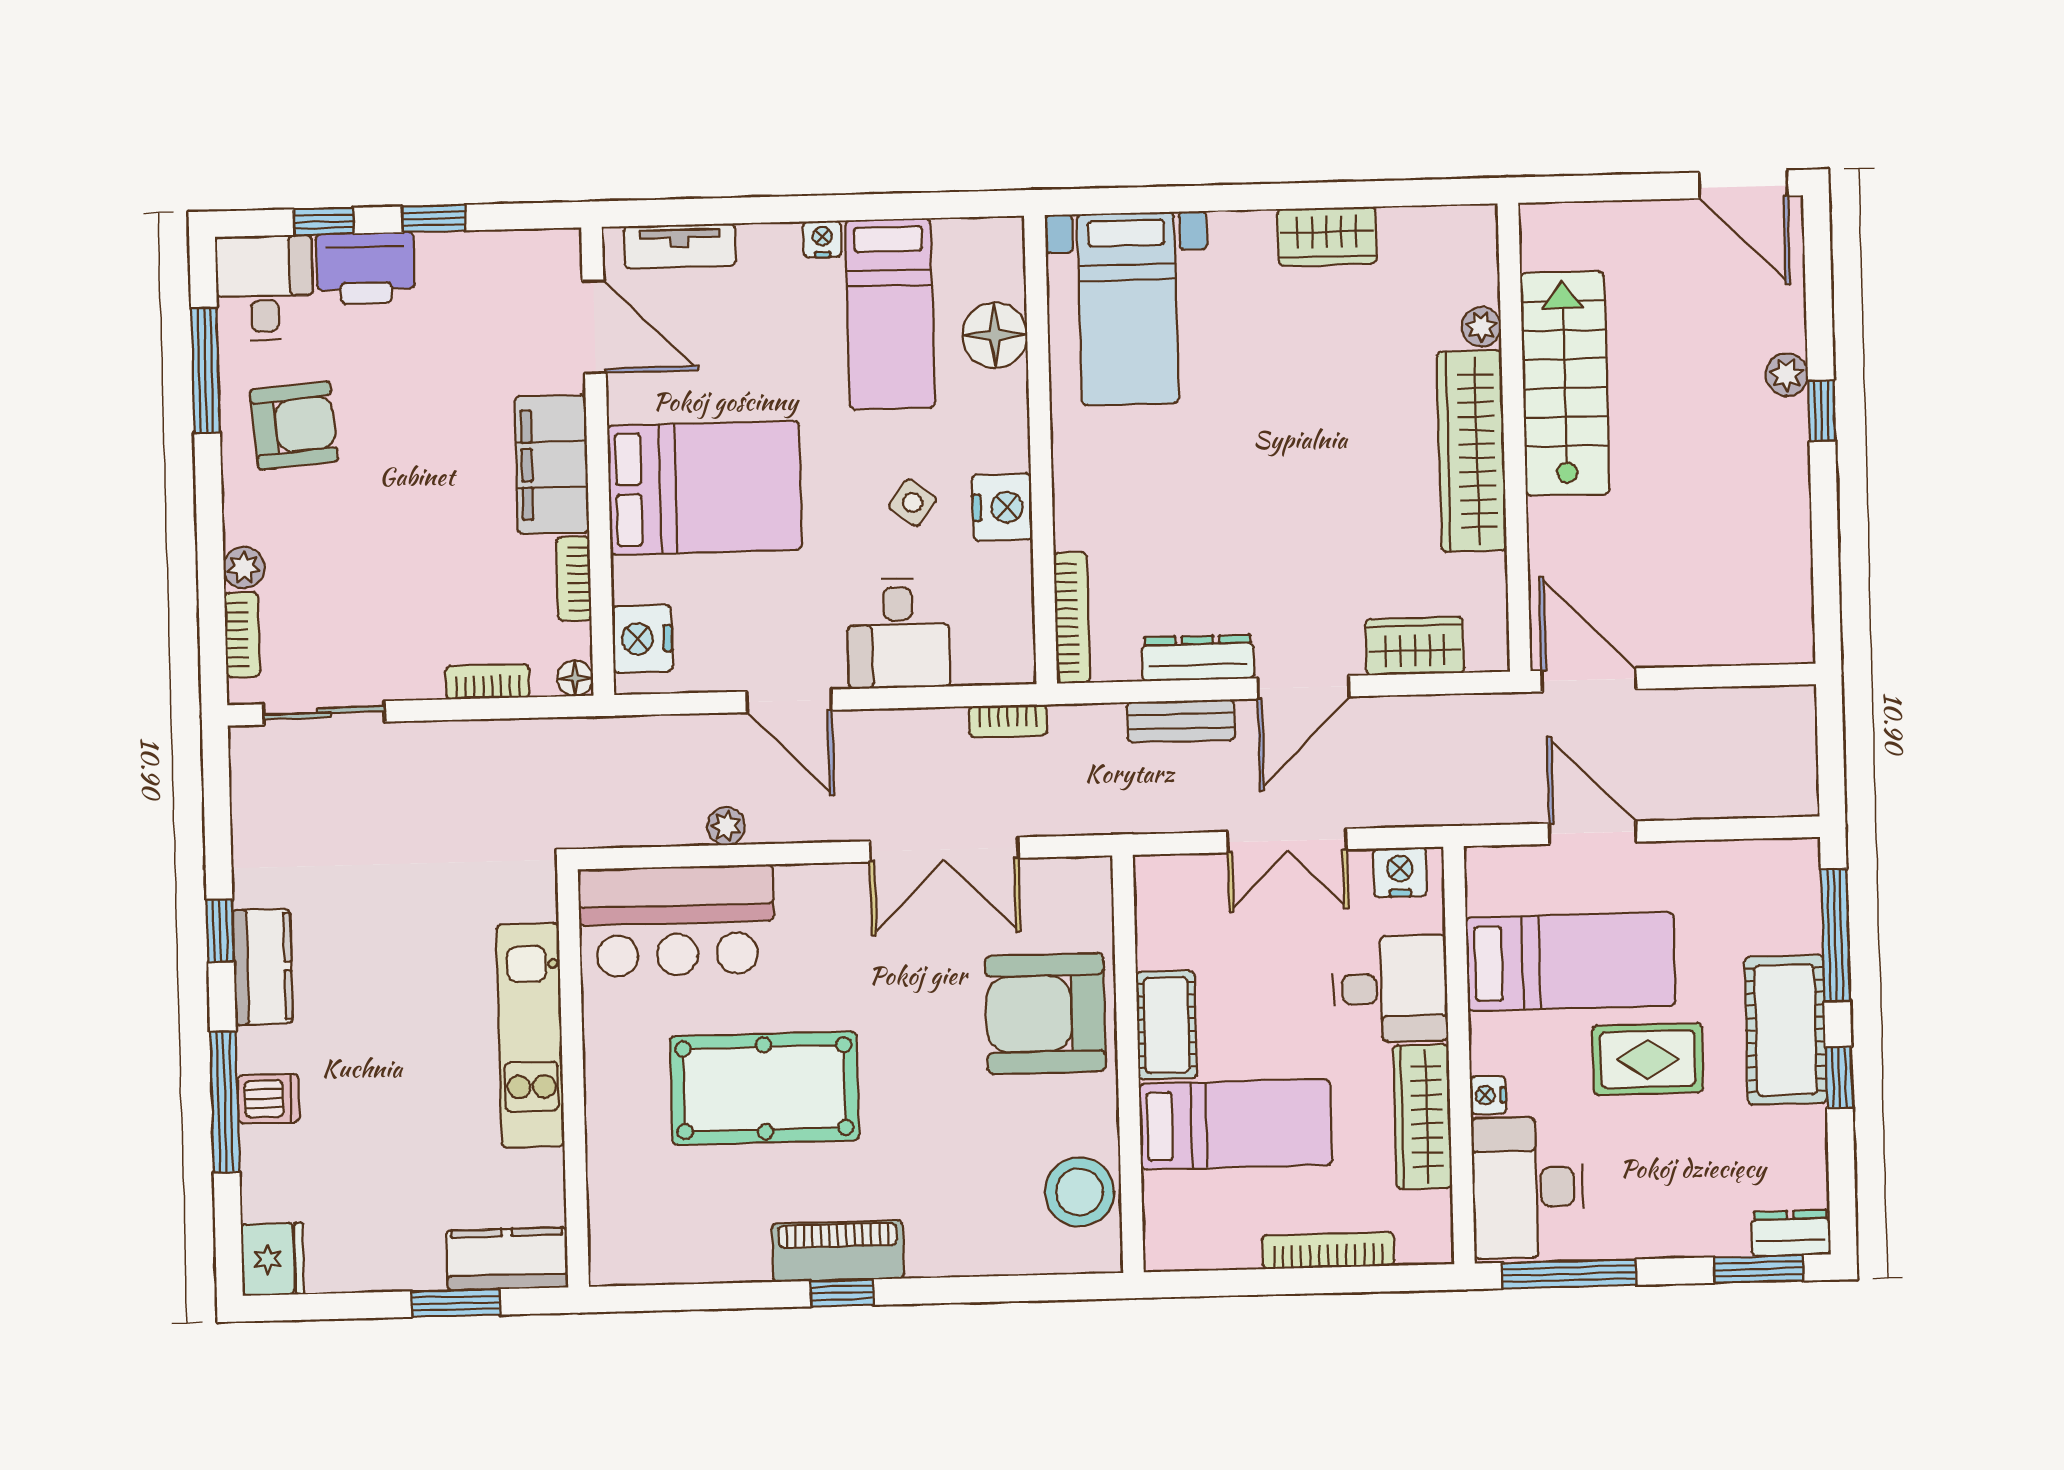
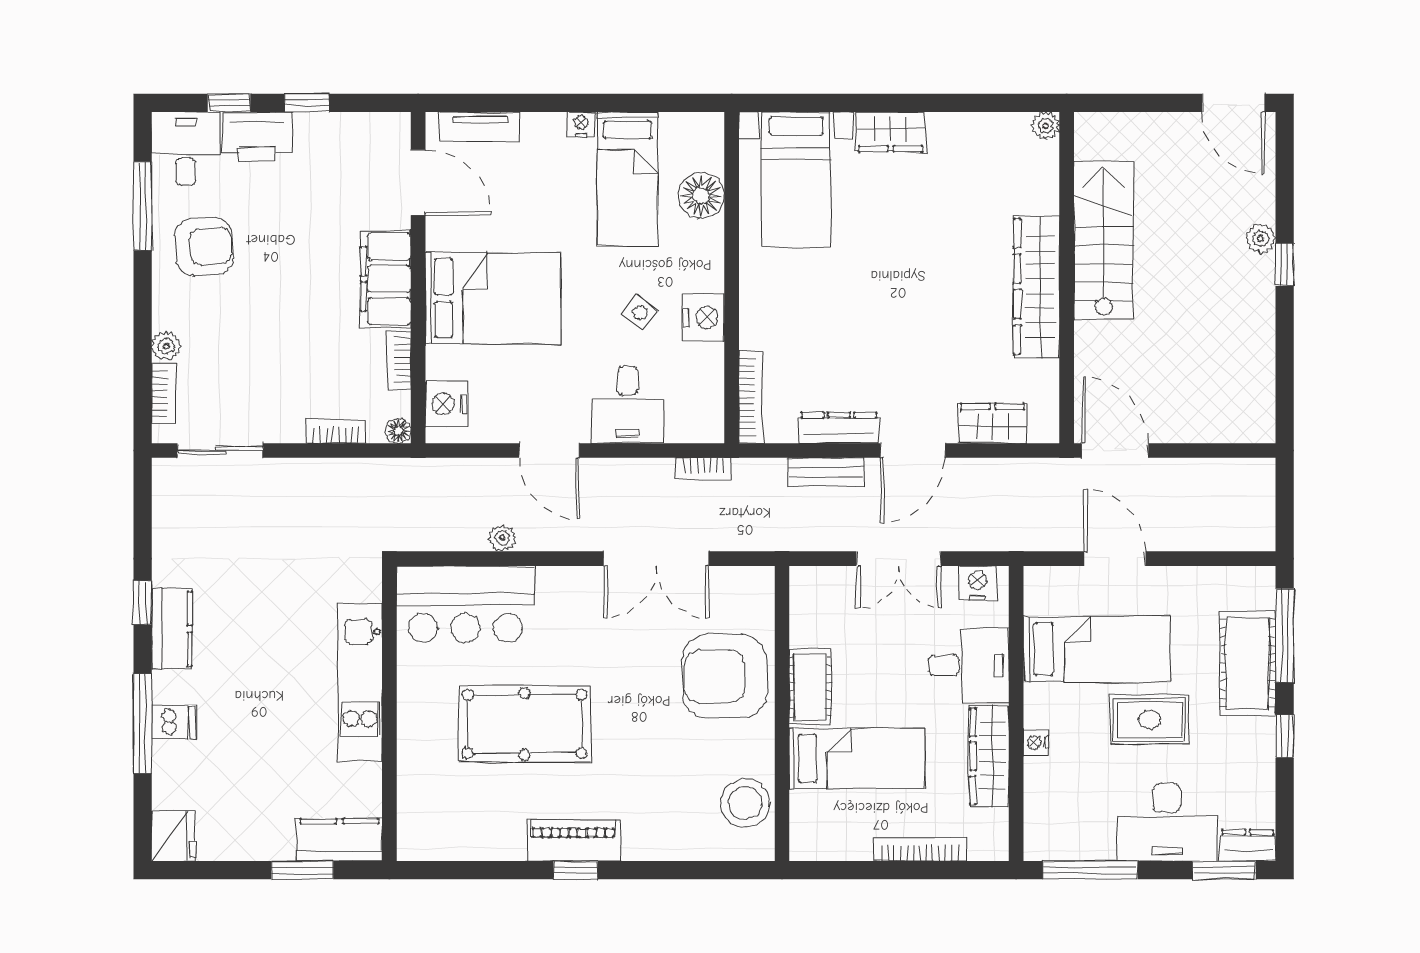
wardrobe: (1327, 236) -> (891, 132), moved
plant: (1481, 327) -> (1046, 126), moved
cot: (1786, 1030) -> (1248, 663), moved
desk: (1528, 1187) -> (1167, 822), moved, turned -90

